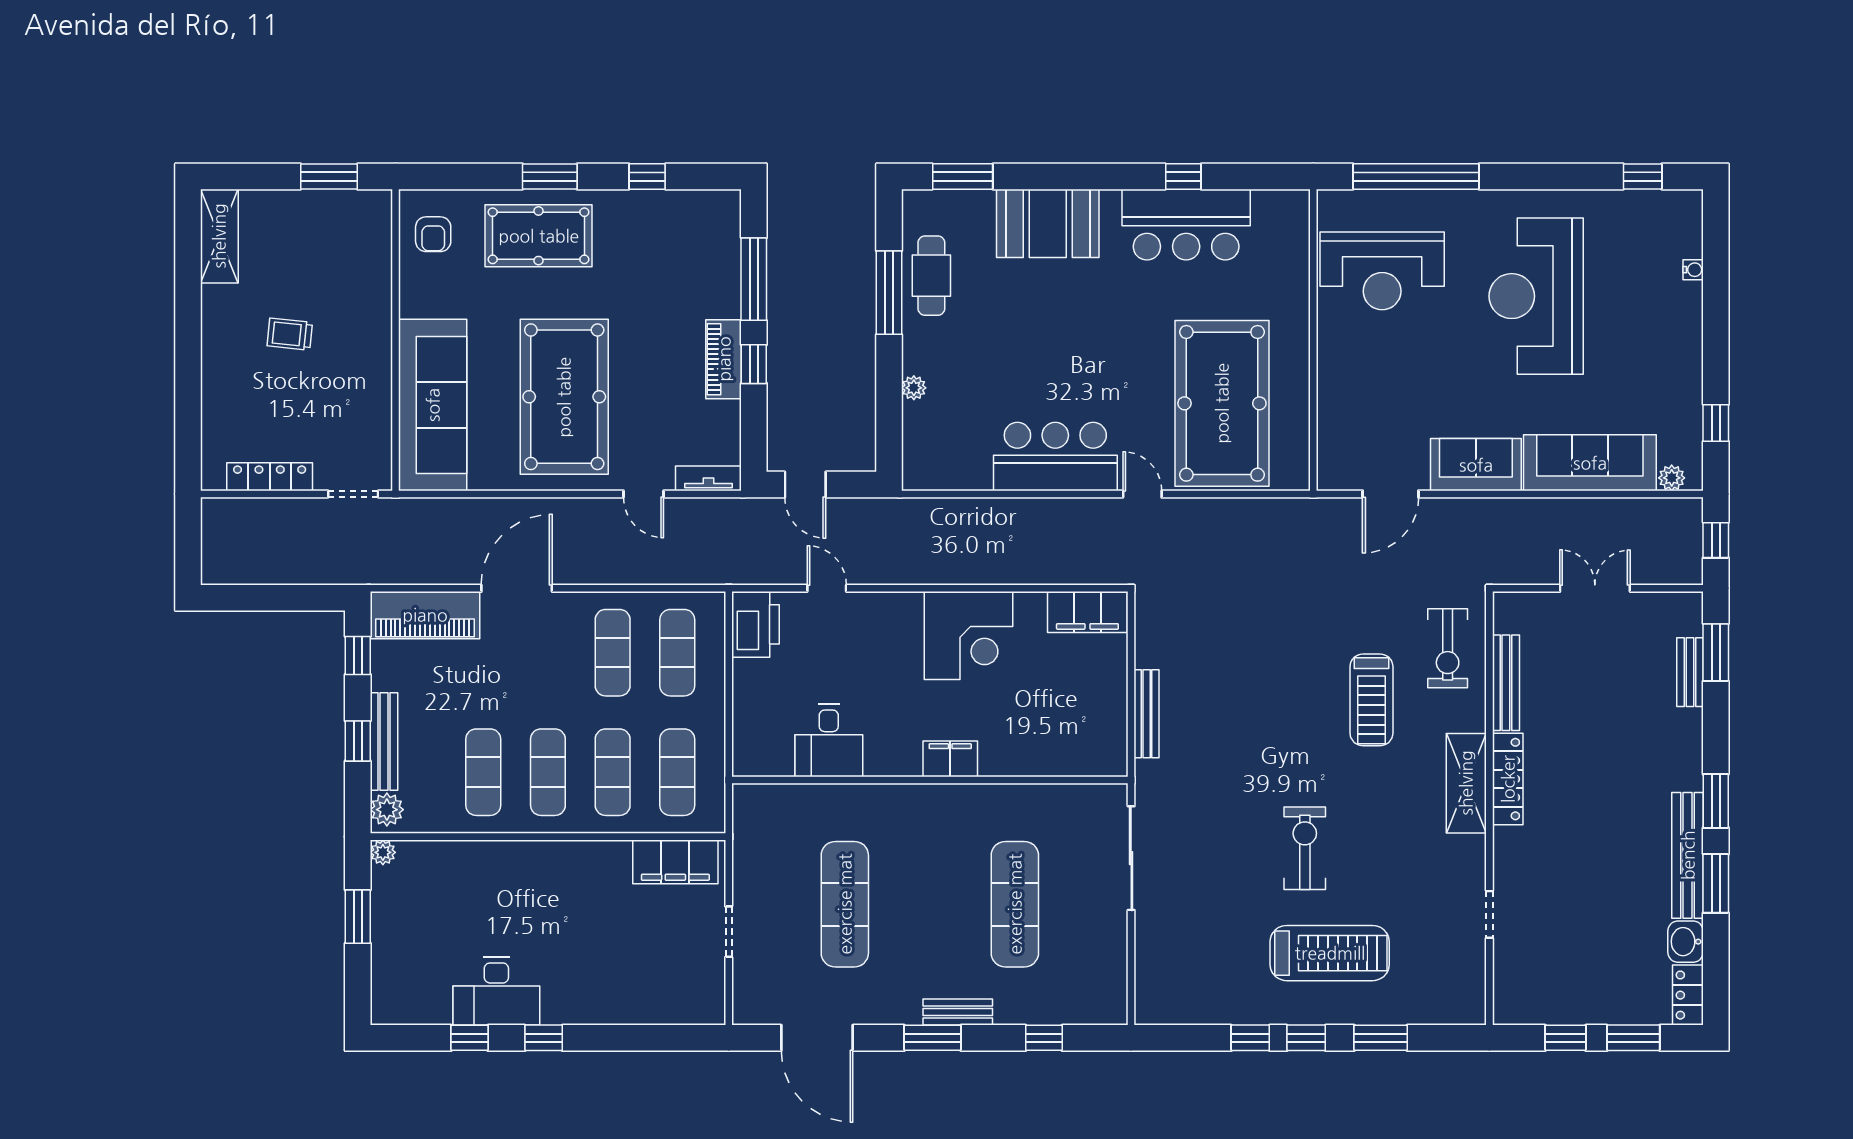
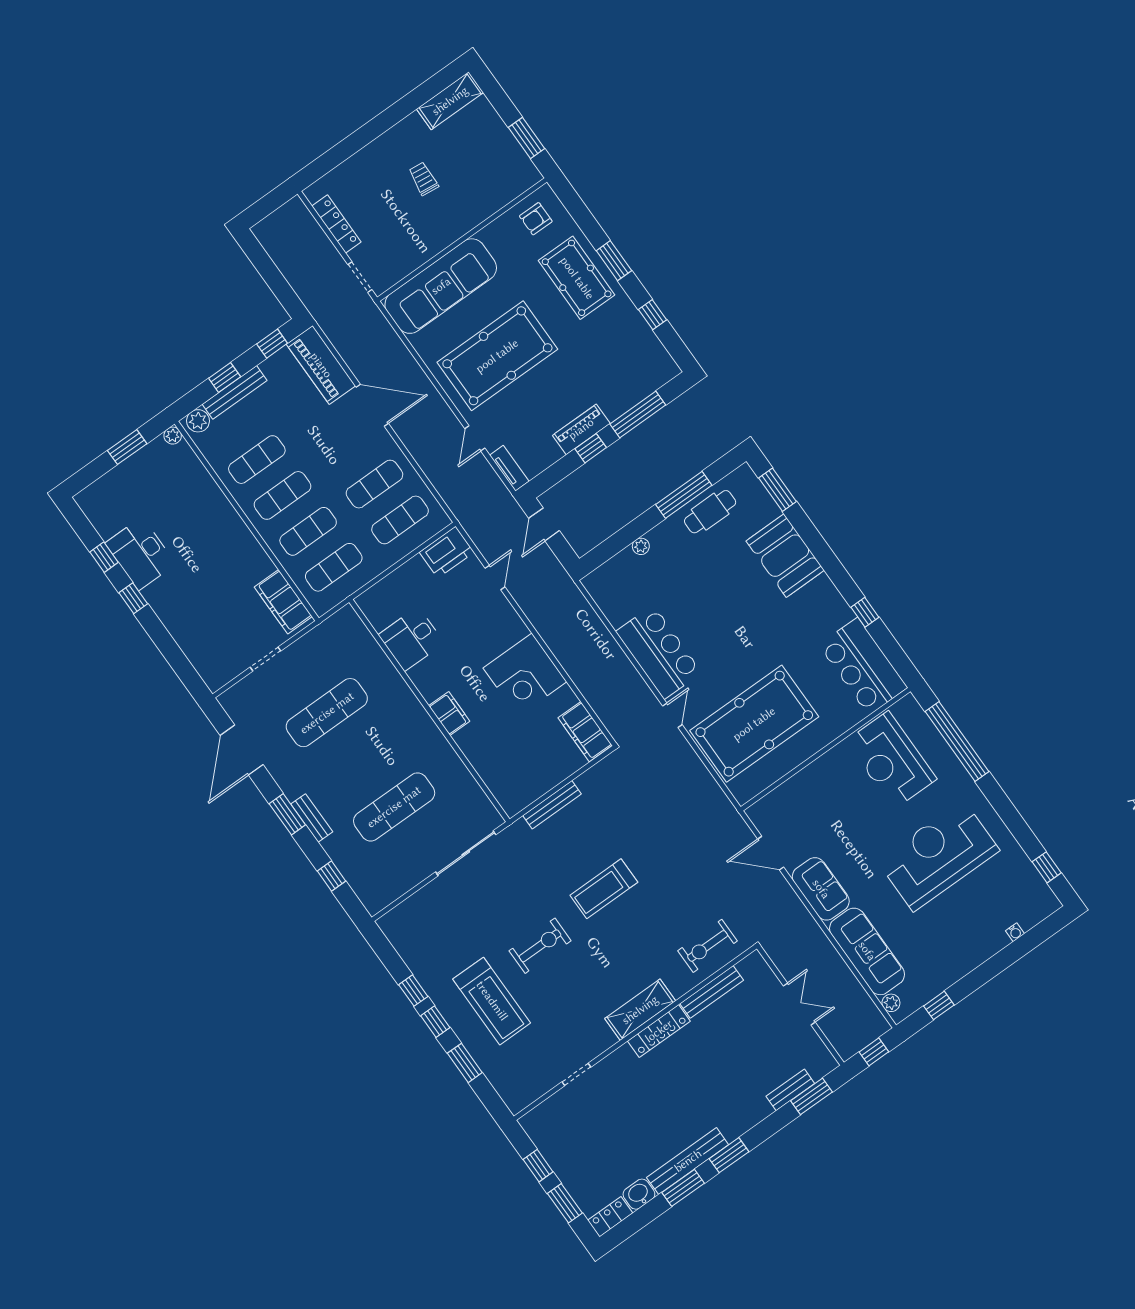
bar counter: (1186, 225) -> (863, 666), moved
treadmill: (1371, 700) -> (604, 889), moved

